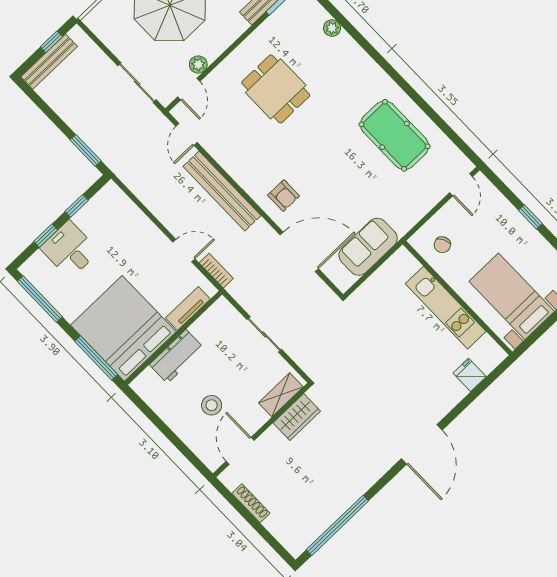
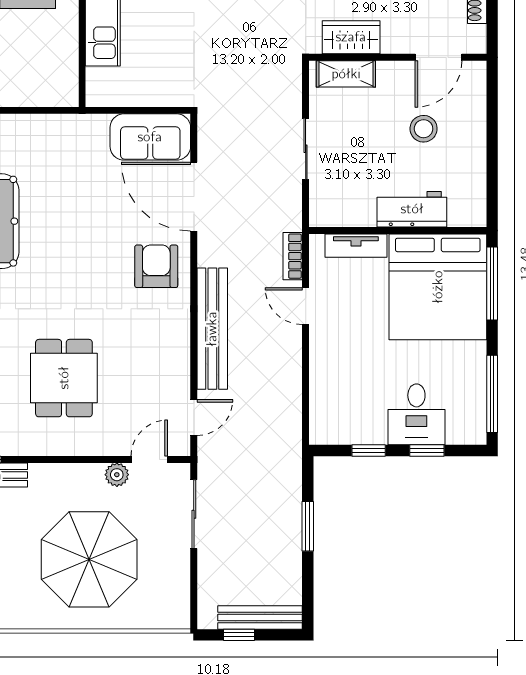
window: (85, 150) -> (308, 526), moved
armchair: (284, 196) -> (156, 266), width x1.38, depth x1.38
chair: (442, 245) -> (47, 69), removed
sofa: (368, 247) -> (150, 137), moved

